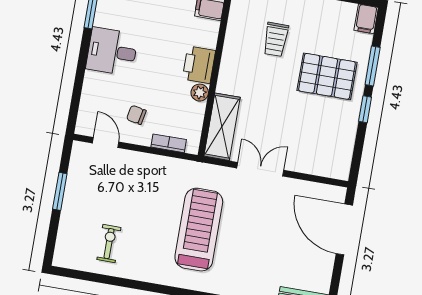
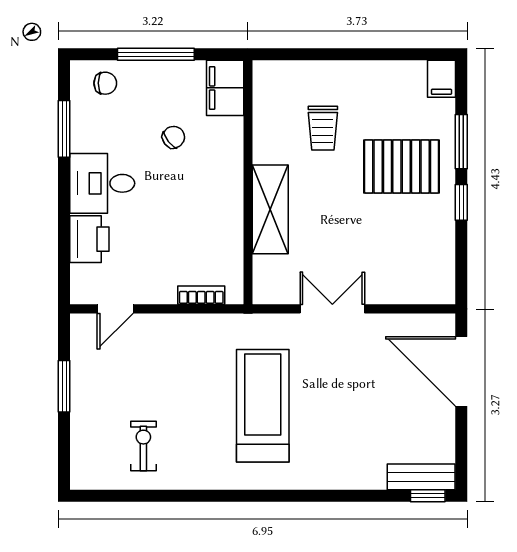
printer: (199, 65) -> (89, 239), moved, turned 180
plant: (200, 93) -> (232, 219), removed
chair: (136, 115) -> (174, 137), moved, turned 131
shelving: (222, 127) -> (270, 209), moved
door: (106, 142) -> (115, 309), swing flipped

